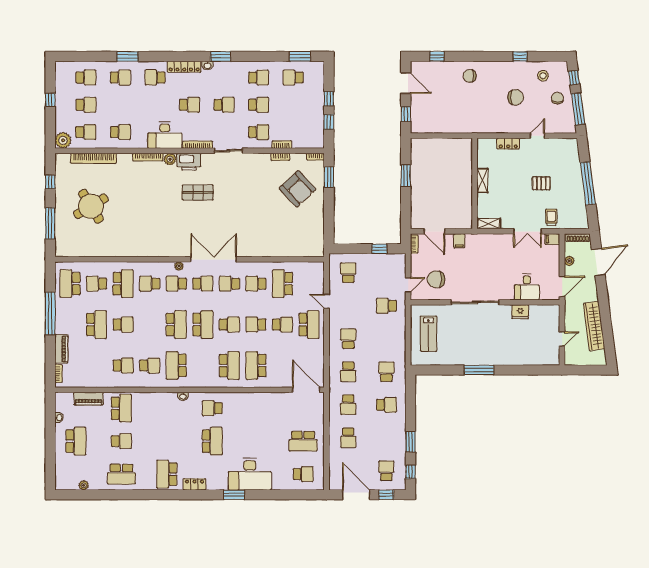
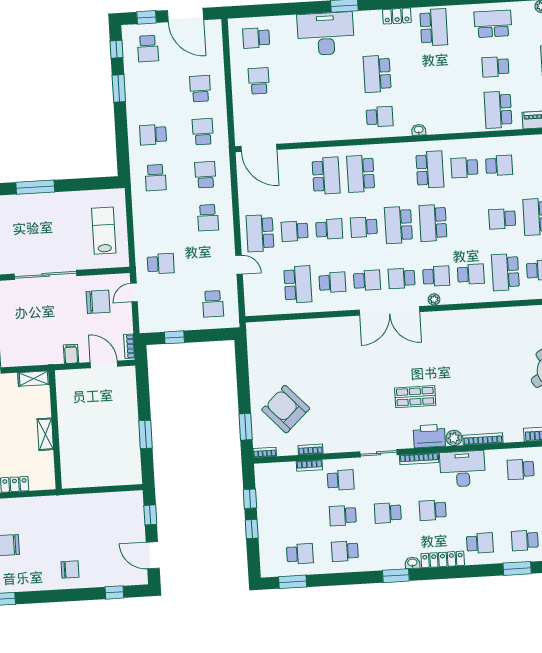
school desk: (259, 132) -> (341, 480), turned 180
school desk: (123, 365) -> (499, 165), turned 180
school desk: (303, 441) -> (259, 81), width x0.54

